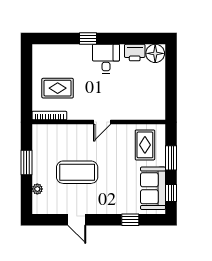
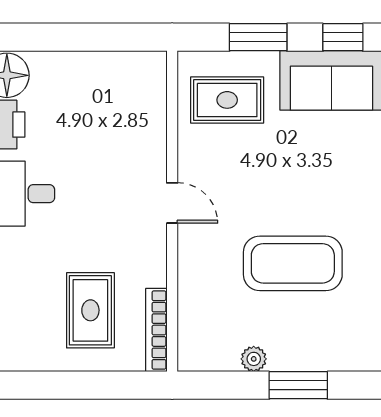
window: (26, 163) -> (298, 385), moved
coffee table: (77, 172) -> (293, 263), turned 90
plant: (37, 189) -> (254, 359), moved

